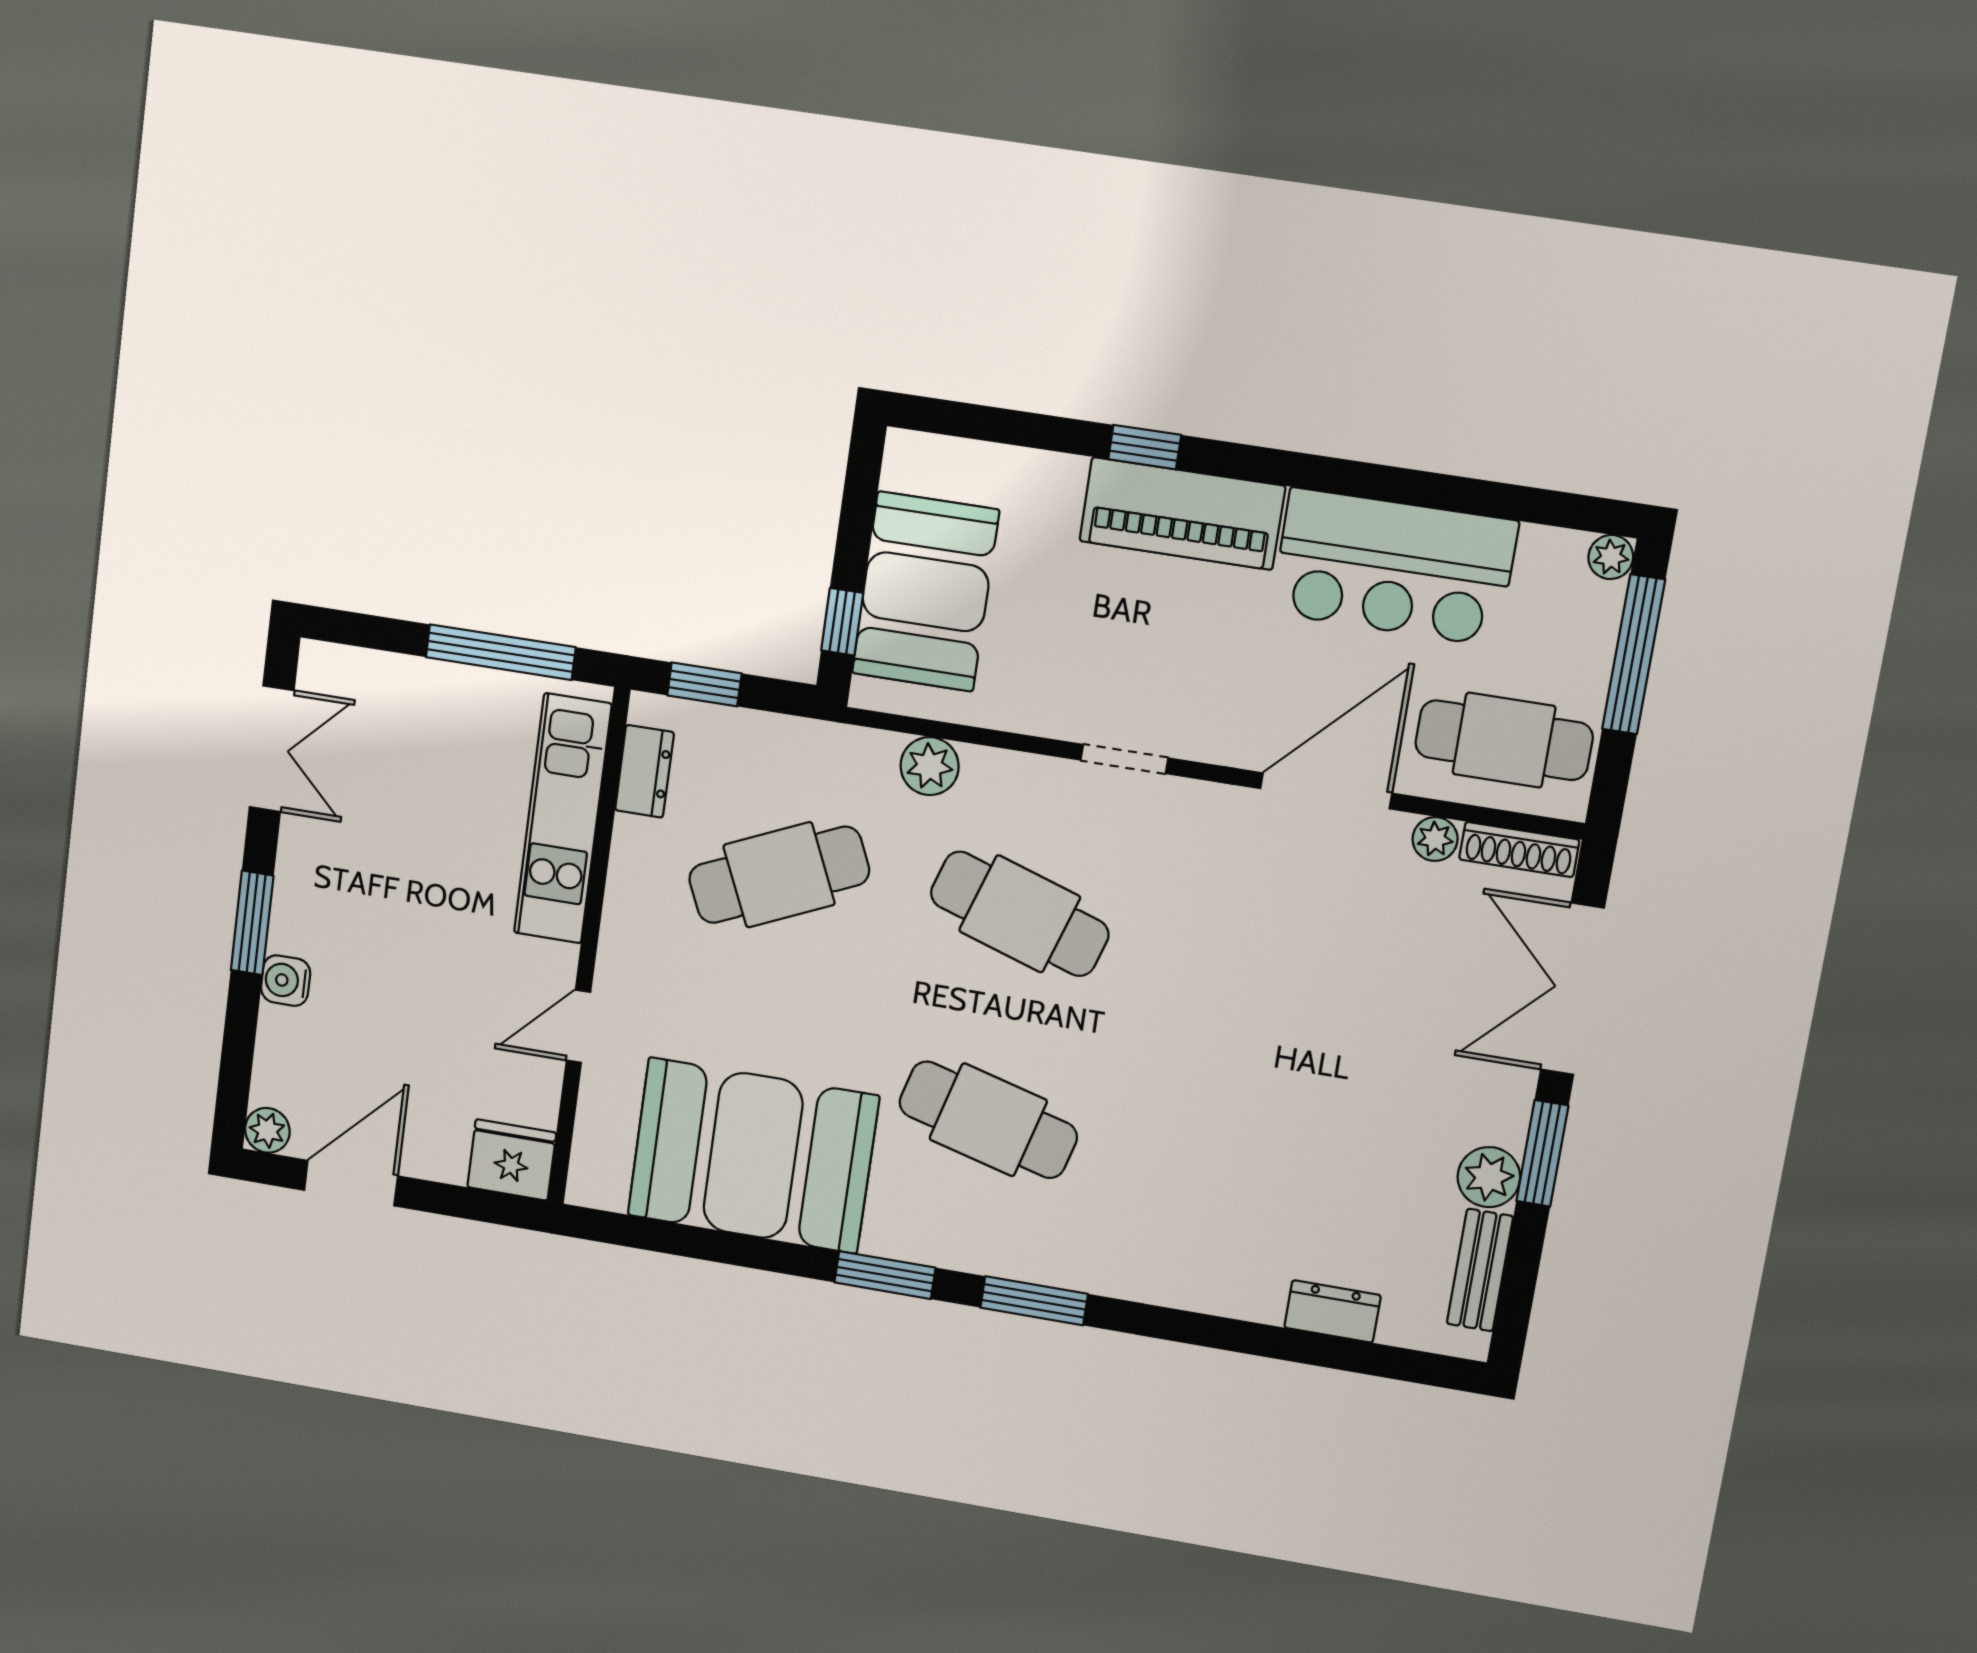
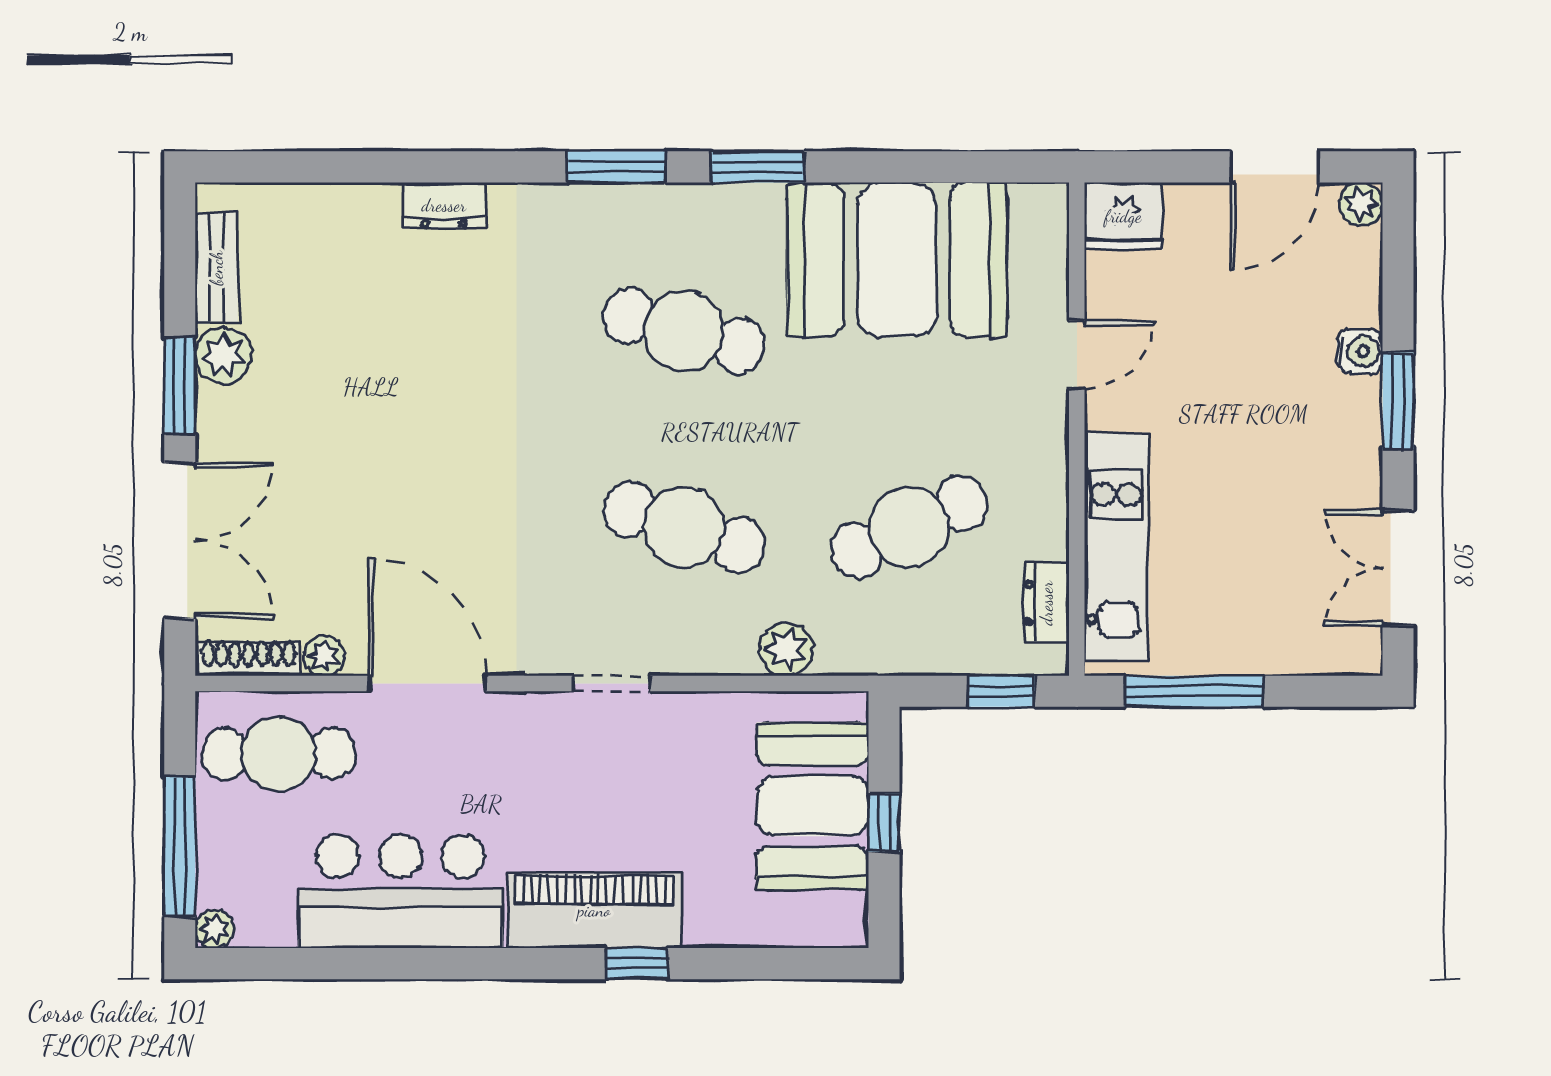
window: (842, 622) -> (884, 822), moved
door: (1326, 791) -> (427, 683), swing flipped
dresser: (1333, 1311) -> (444, 205), moved

